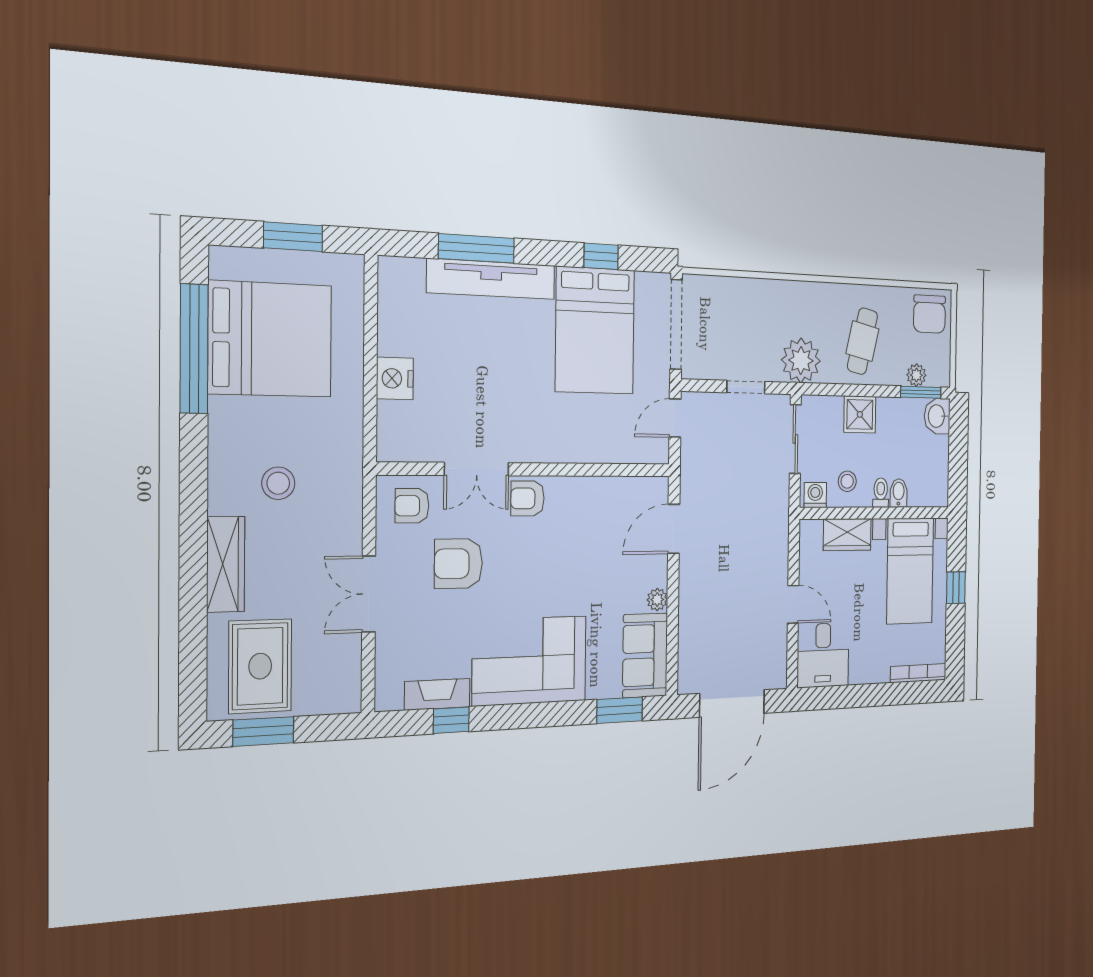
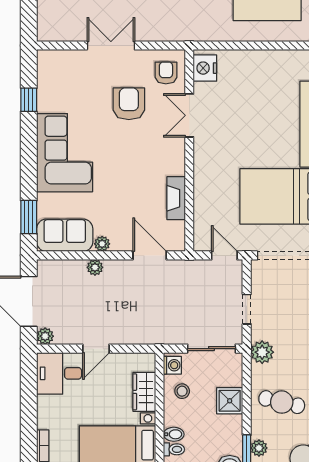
plant: (801, 360) -> (262, 352), width x0.73, depth x0.73
nightstand: (395, 378) -> (205, 68), moved, turned -90
toilet: (881, 493) -> (174, 449), moved
armchair: (528, 498) -> (170, 150), removed
plant: (689, 609) -> (95, 267), added
plant: (777, 677) -> (45, 336), added
fireplace: (437, 694) -> (176, 198), moved, turned 180

